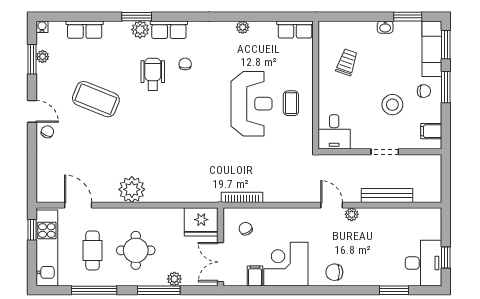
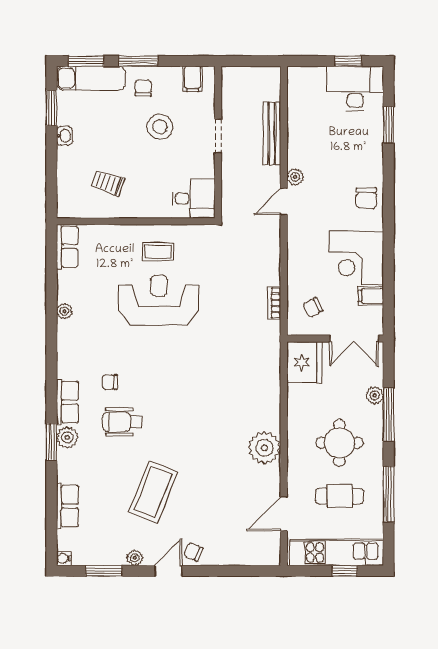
plant: (43, 57) -> (135, 558), moved
bookcase: (242, 197) -> (274, 303), width x0.64
window: (32, 230) -> (345, 571), moved

